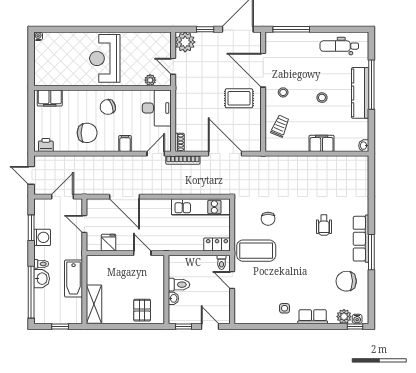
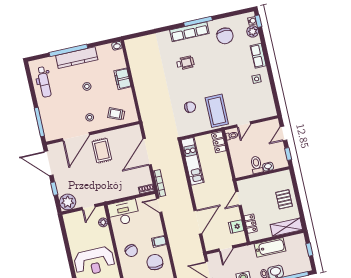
filing cabinet: (125, 144) -> (159, 241), moved
locker: (108, 261) -> (251, 224), added
pallet: (142, 310) -> (284, 199), moved, turned 90

